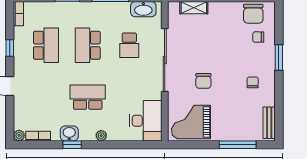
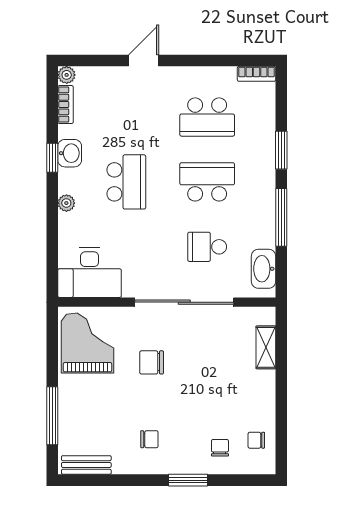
chair: (253, 14) -> (256, 440), width x0.54, depth x0.54
window: (10, 48) -> (203, 61), removed

